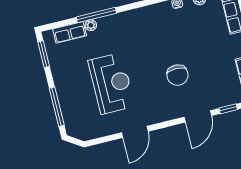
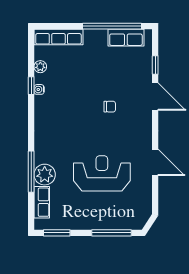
plant: (91, 25) -> (45, 175), width x1.87, depth x1.87
chair: (178, 75) -> (110, 107), width x0.54, depth x0.54

